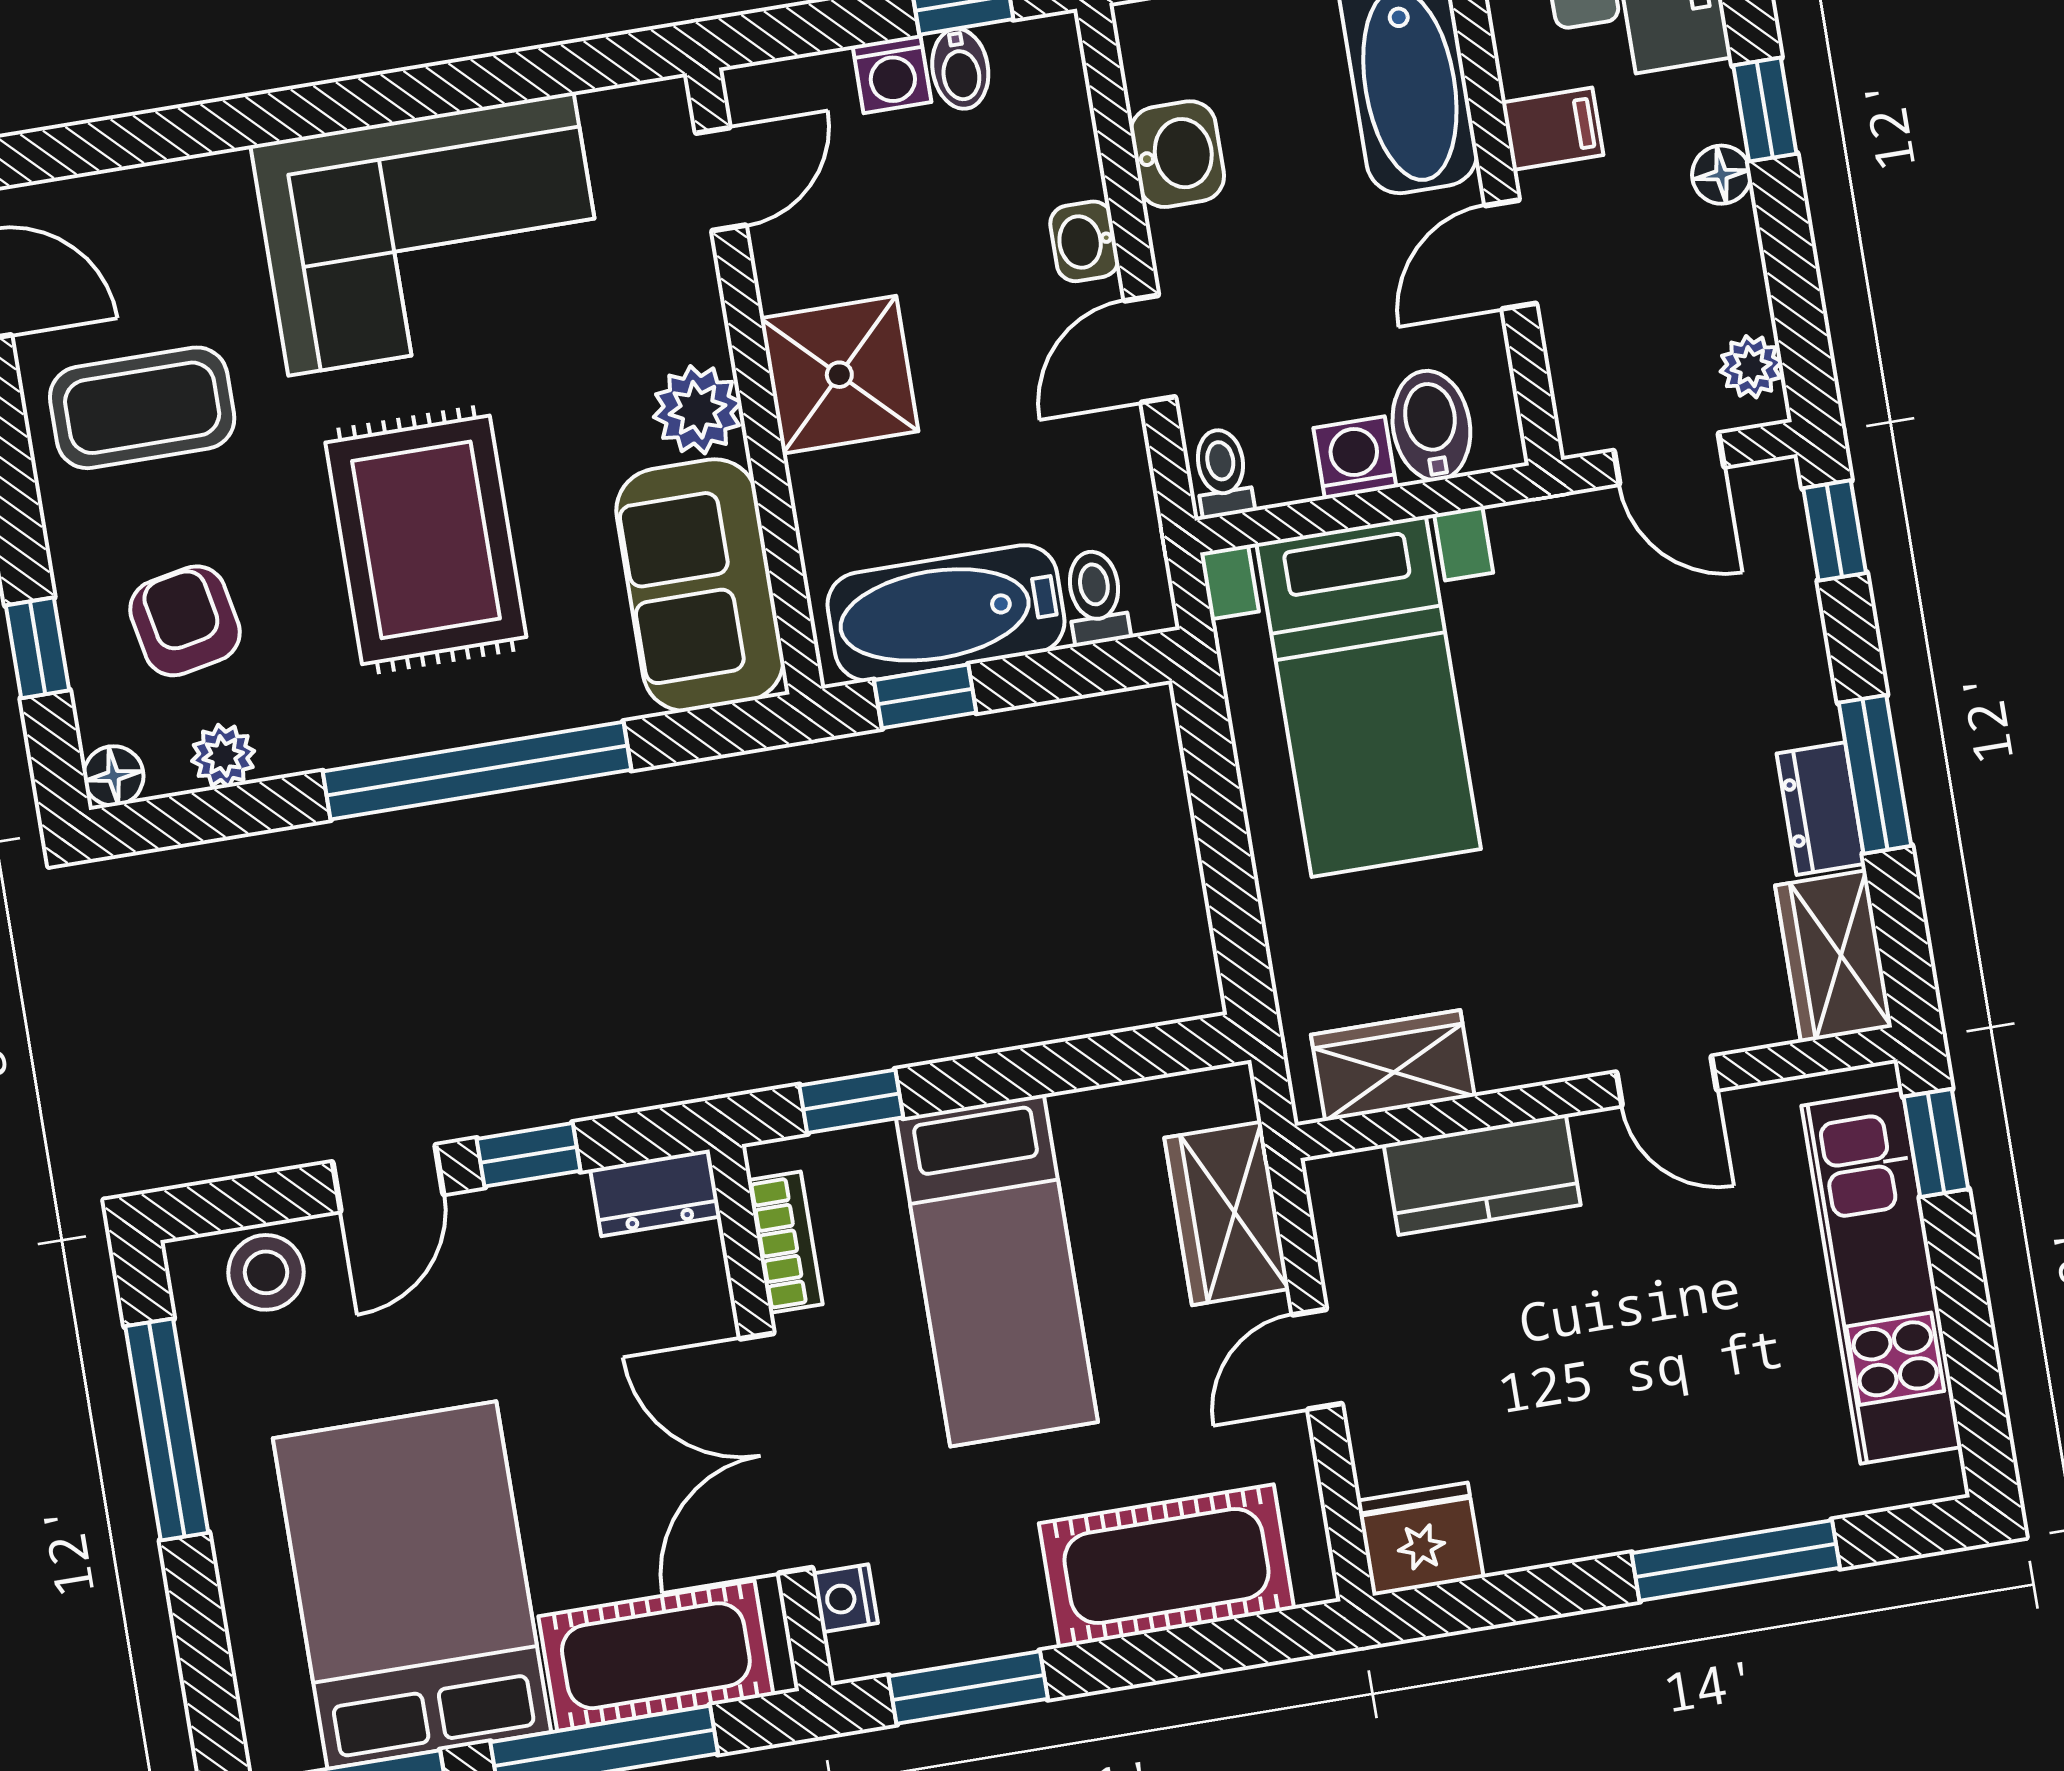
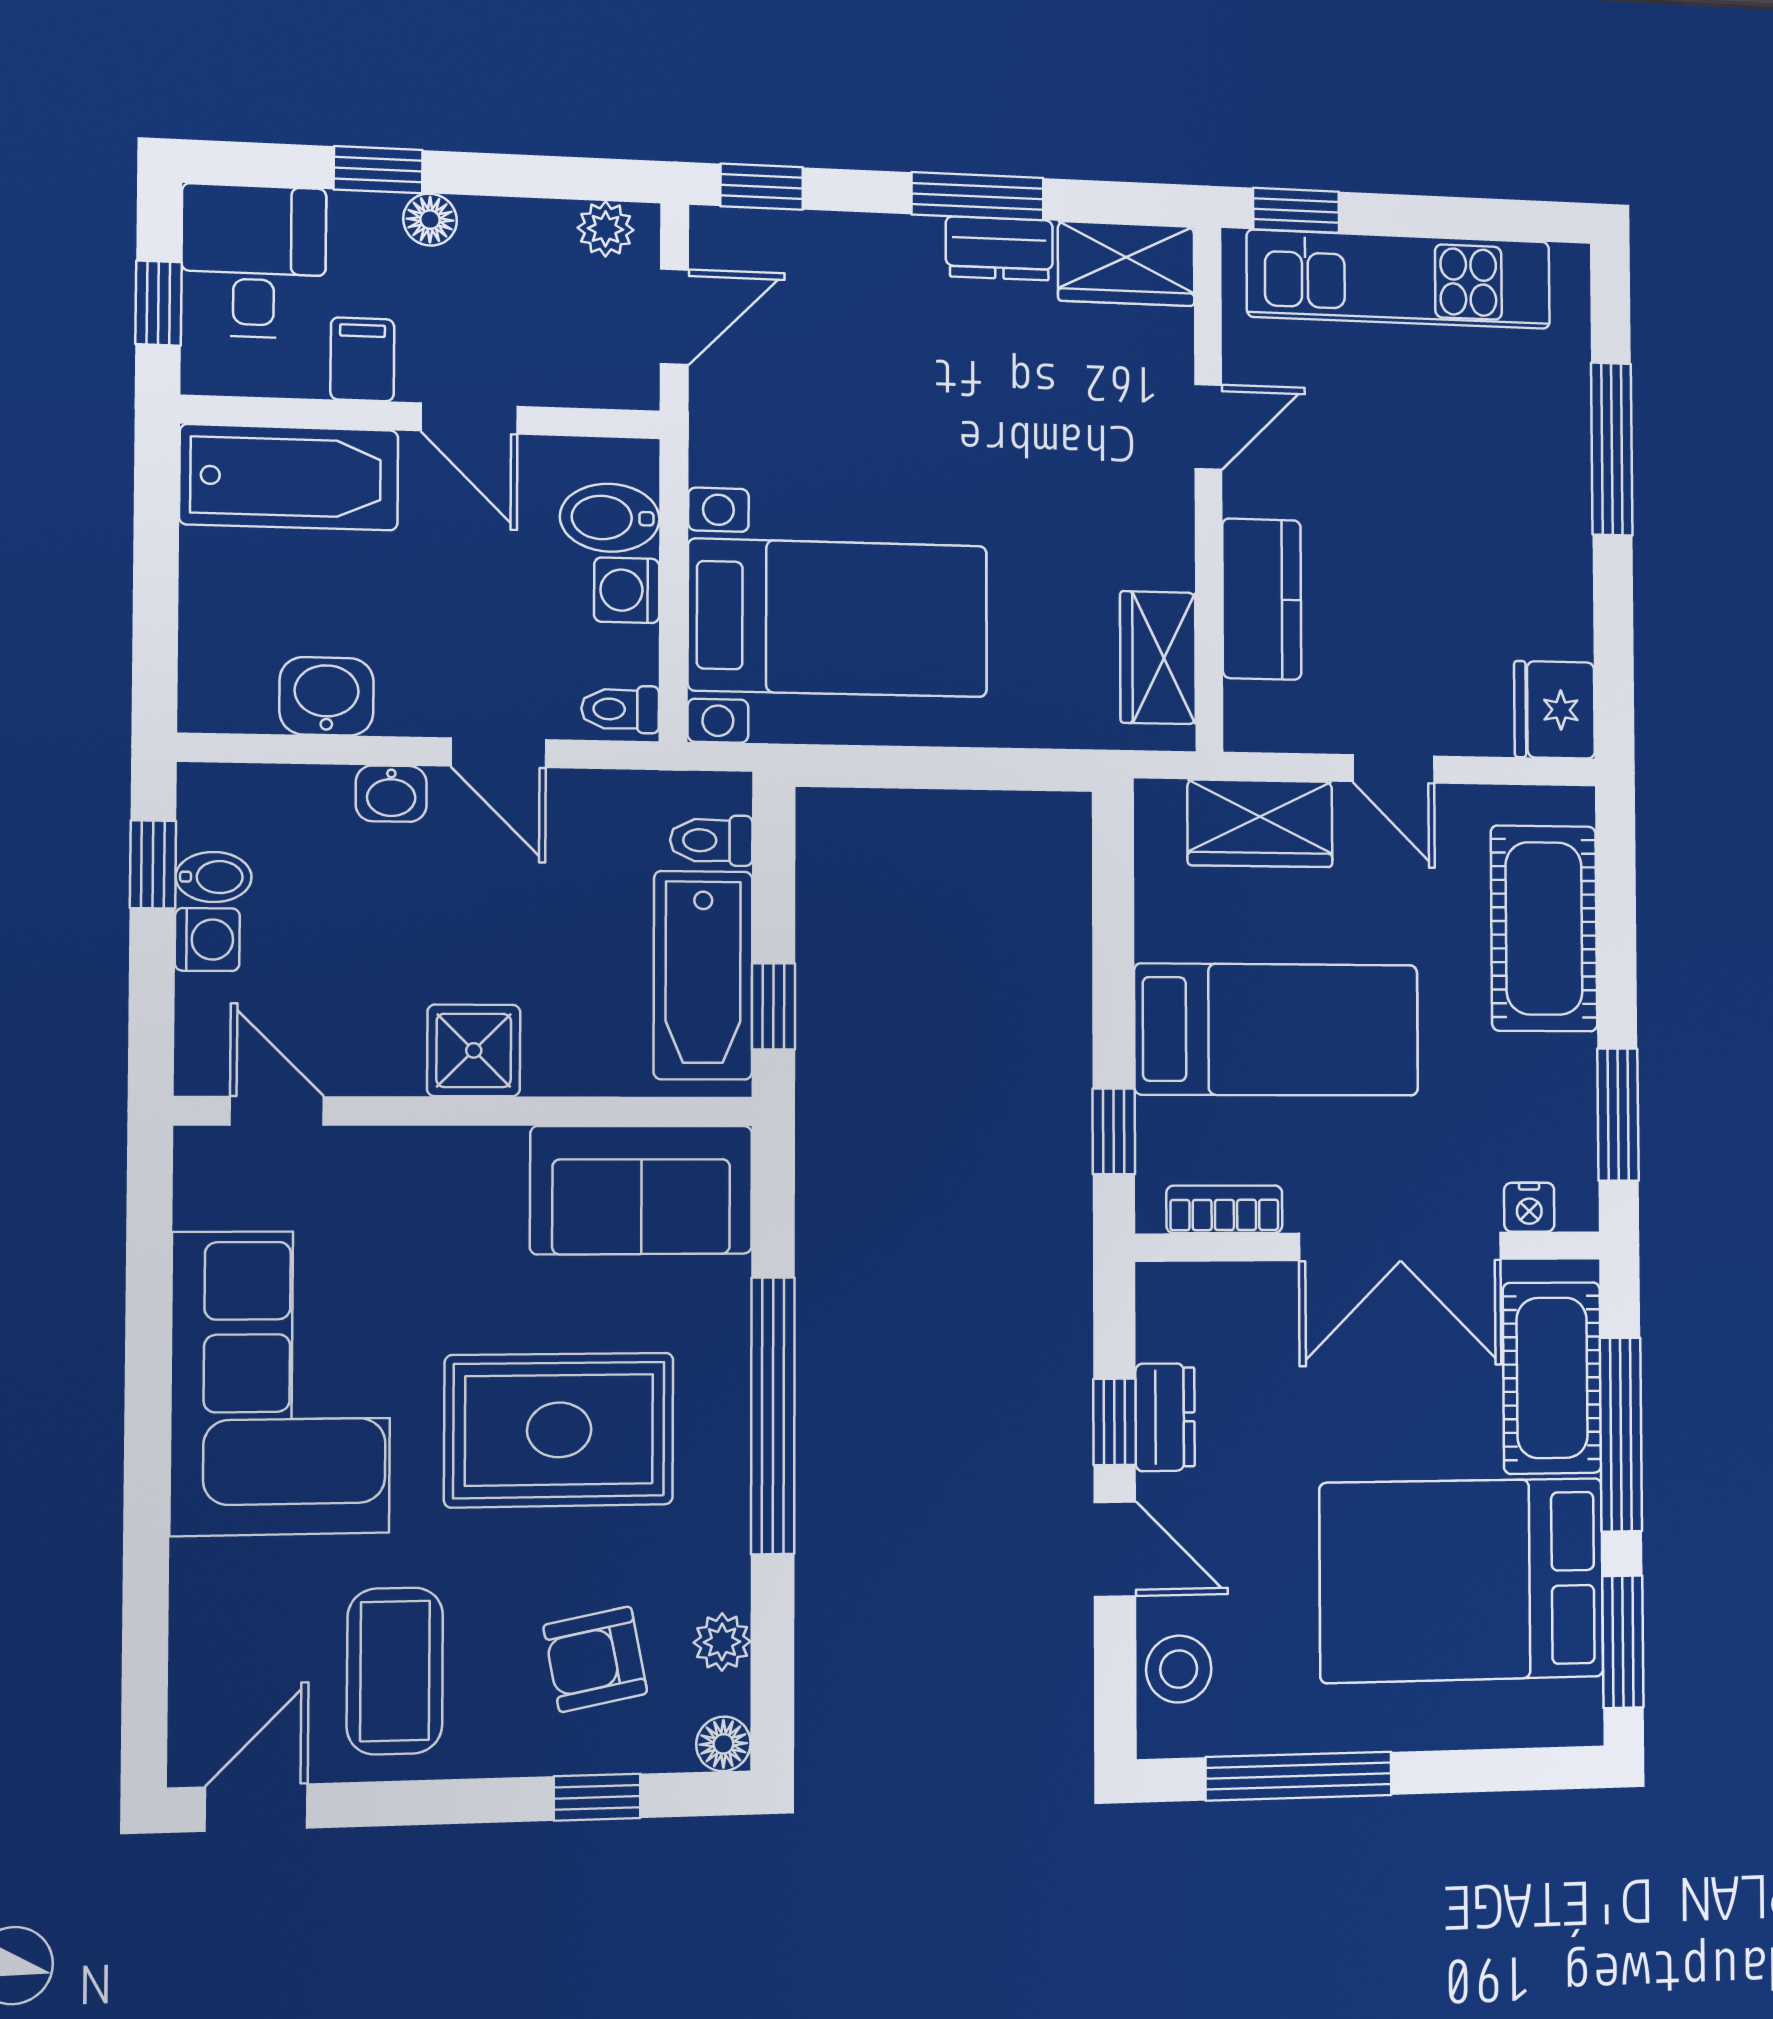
shower: (839, 375) -> (474, 1050), width x0.73, depth x0.73
plant: (698, 410) -> (484, 1166), removed
dresser: (655, 1193) -> (1165, 1417), moved

